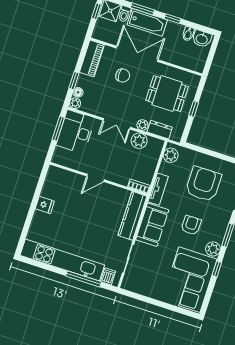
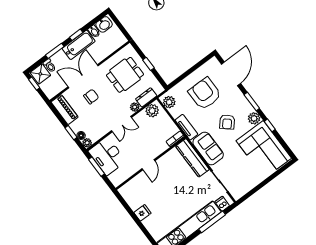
bathtub: (147, 22) -> (79, 45), moved
plant: (139, 141) -> (152, 111), moved
armchair: (191, 225) -> (227, 122), turned -139

